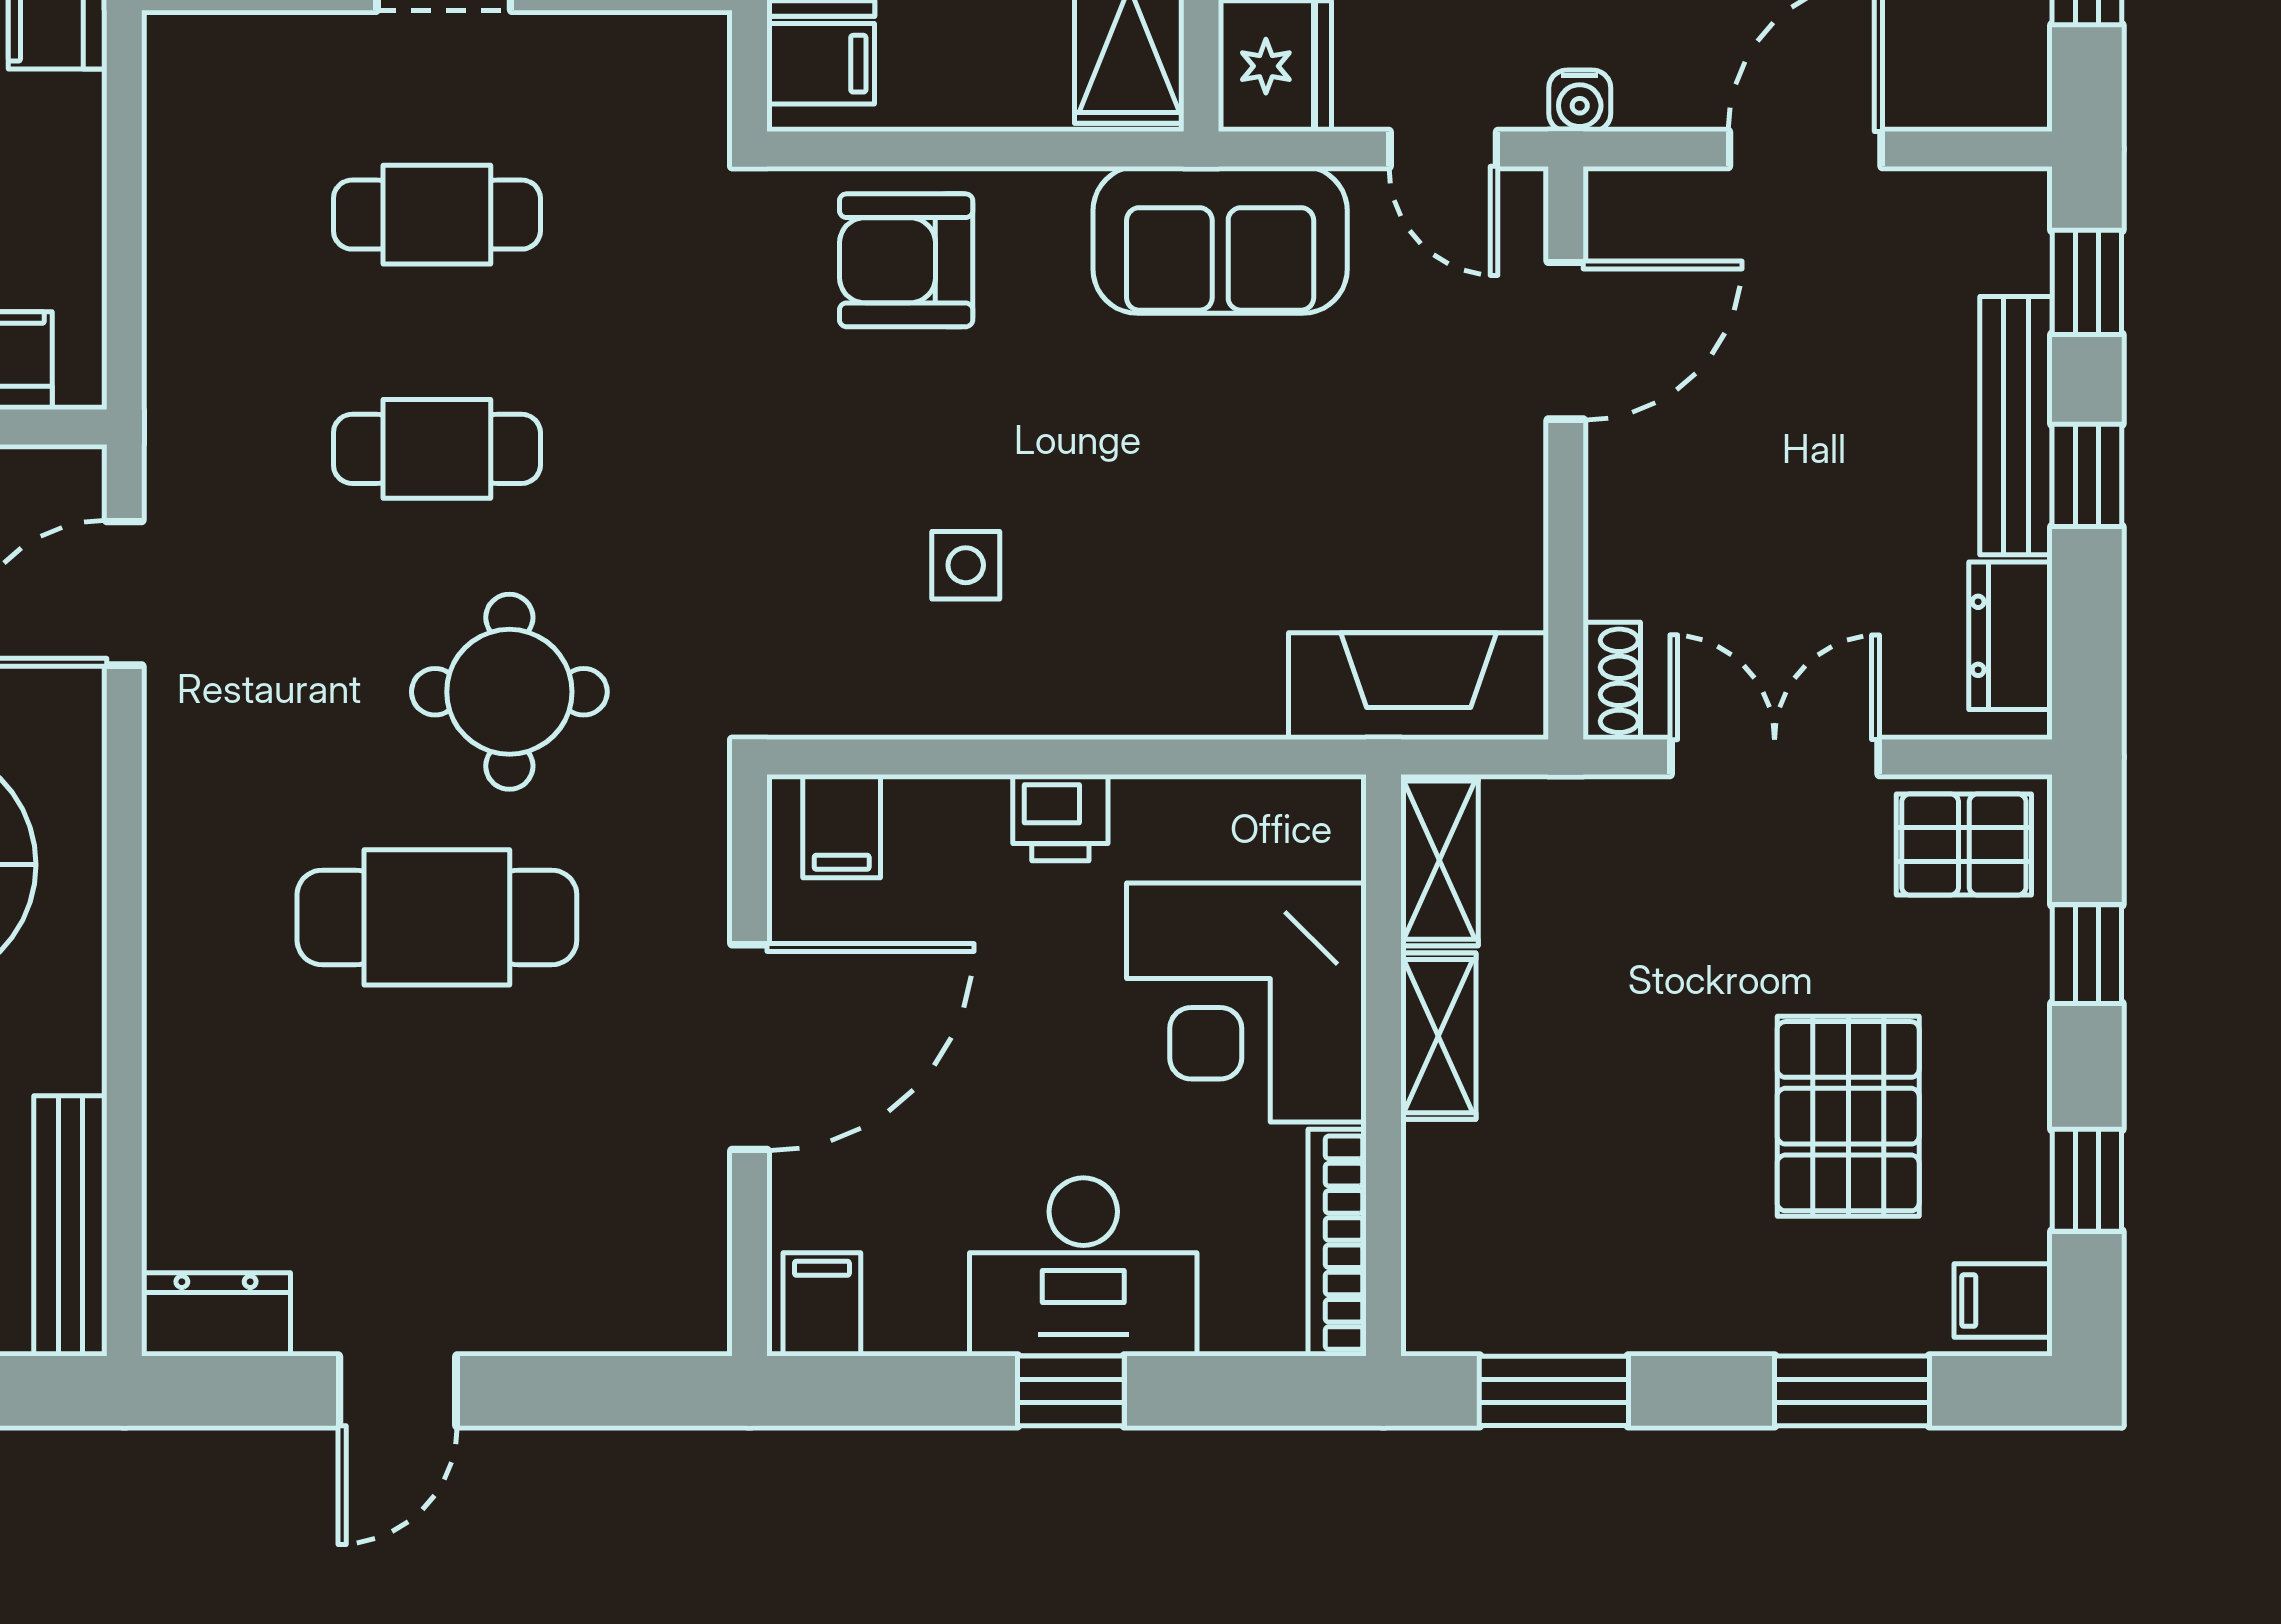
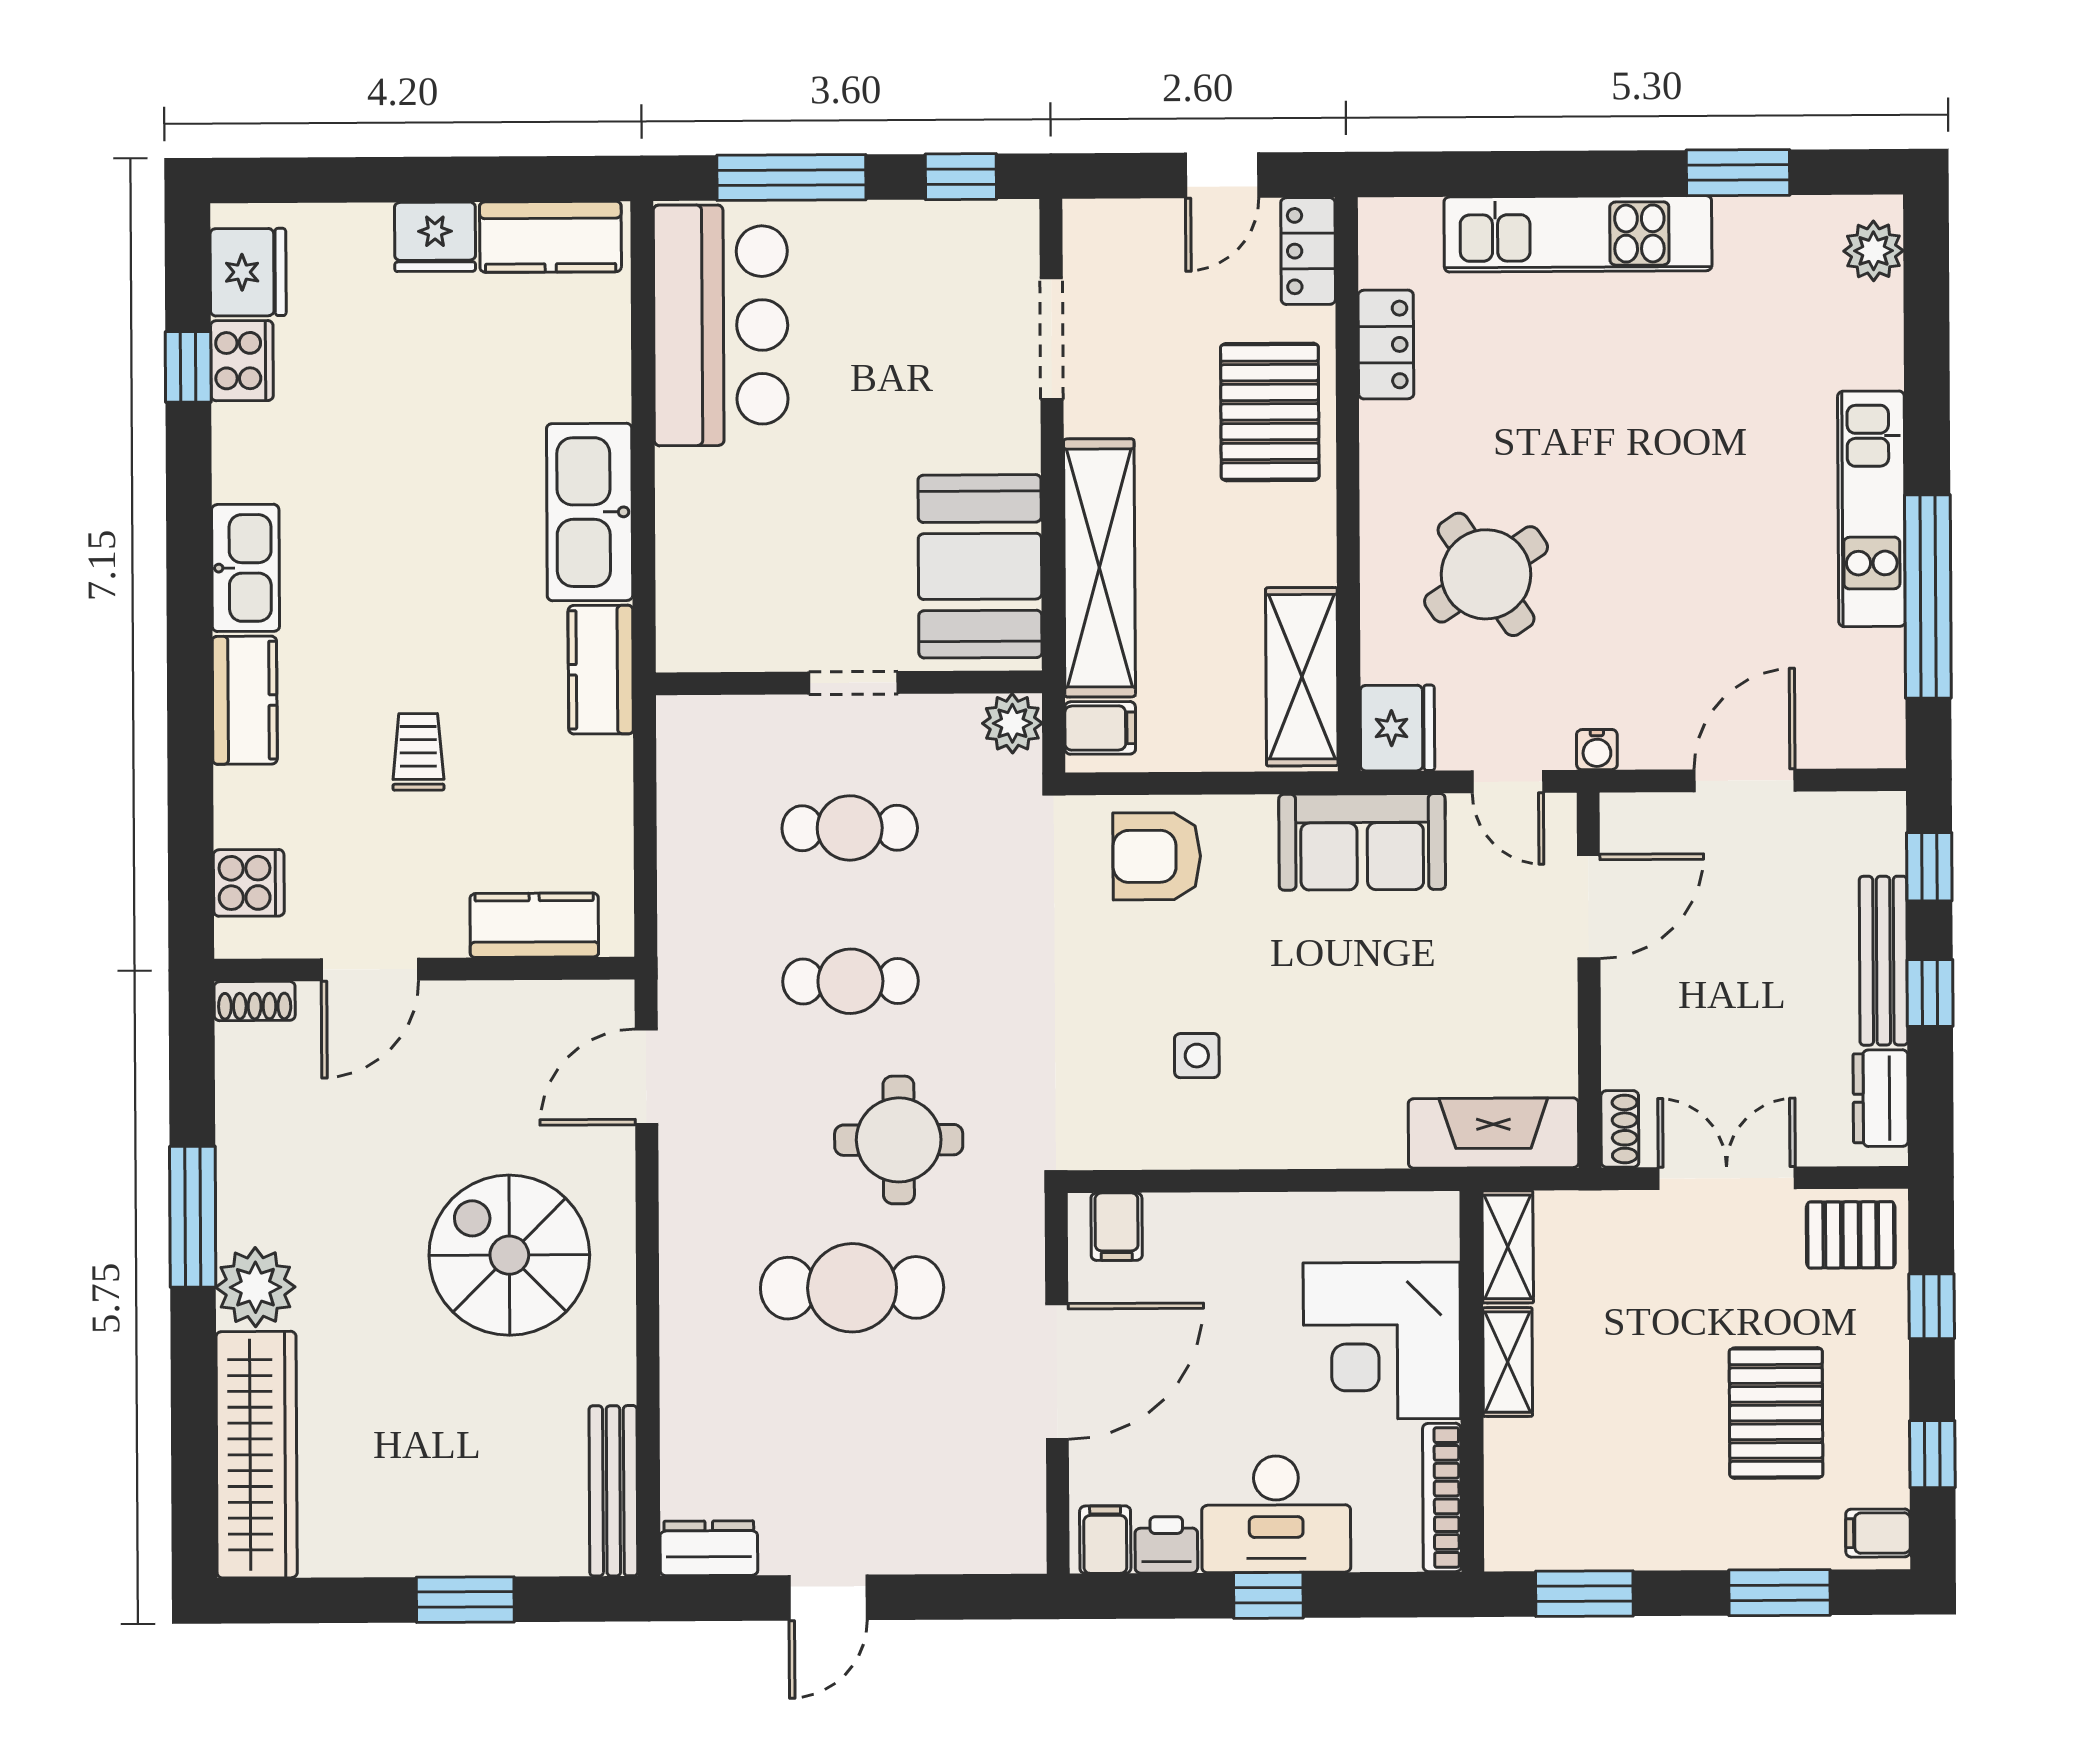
plant: (686, 56) -> (1012, 723), added
printer: (1060, 818) -> (1166, 1545), moved, turned 180

